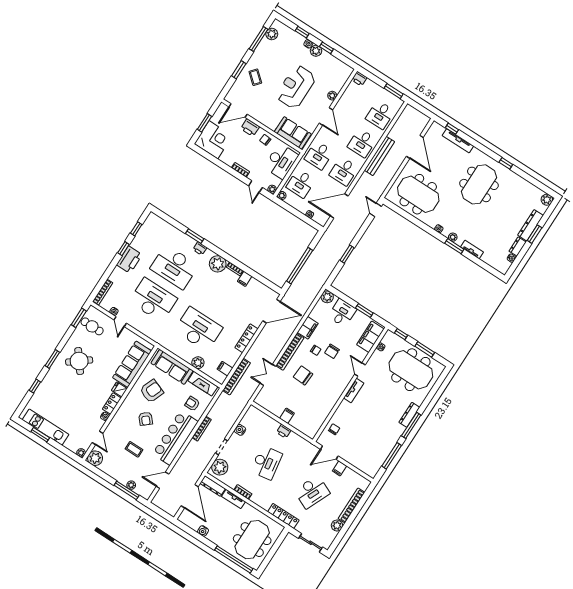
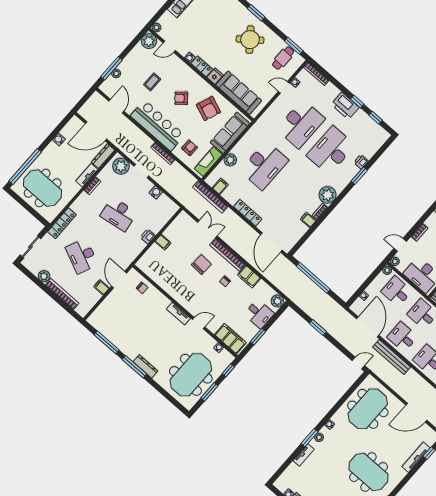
bench: (379, 156) -> (392, 357), moved
printer: (200, 248) -> (361, 162), moved
chair: (332, 351) -> (222, 298), removed

